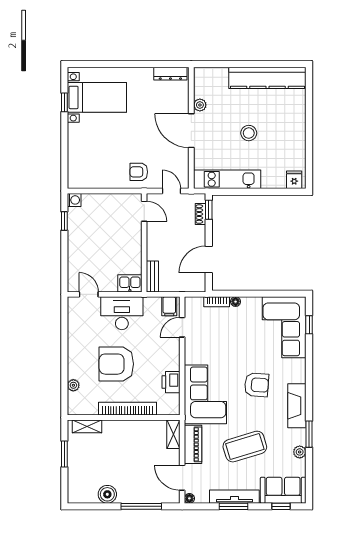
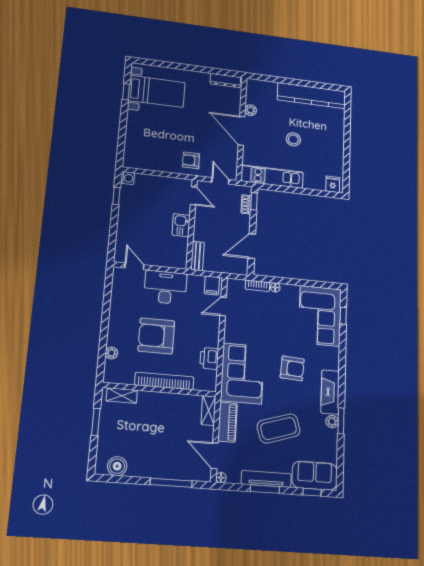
kitchen sink: (130, 283) -> (181, 225), moved, turned -90
plant: (300, 452) -> (332, 422), moved
boiler: (107, 494) -> (117, 466), moved

